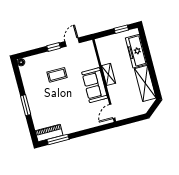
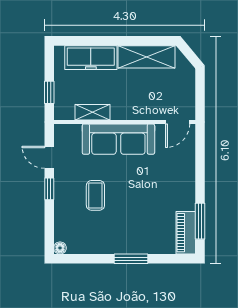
window: (121, 29) -> (49, 92), moved
shelving: (108, 74) -> (92, 112), moved
sofa: (95, 85) -> (118, 139), width x1.36
door: (112, 111) -> (178, 122), hinge flipped

